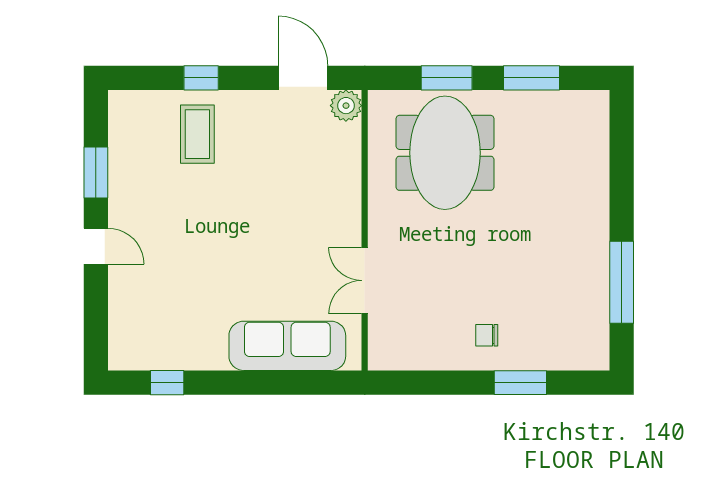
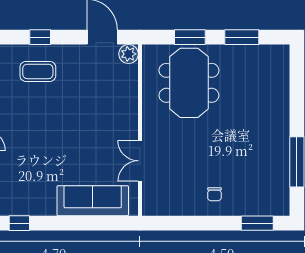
coffee table: (197, 134) -> (38, 71), turned 90
chair: (487, 335) -> (214, 194), turned -90
window: (520, 383) -> (257, 223), moved

